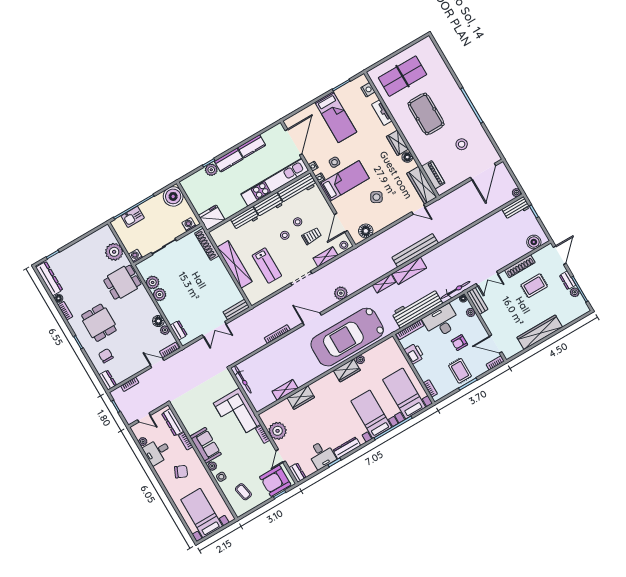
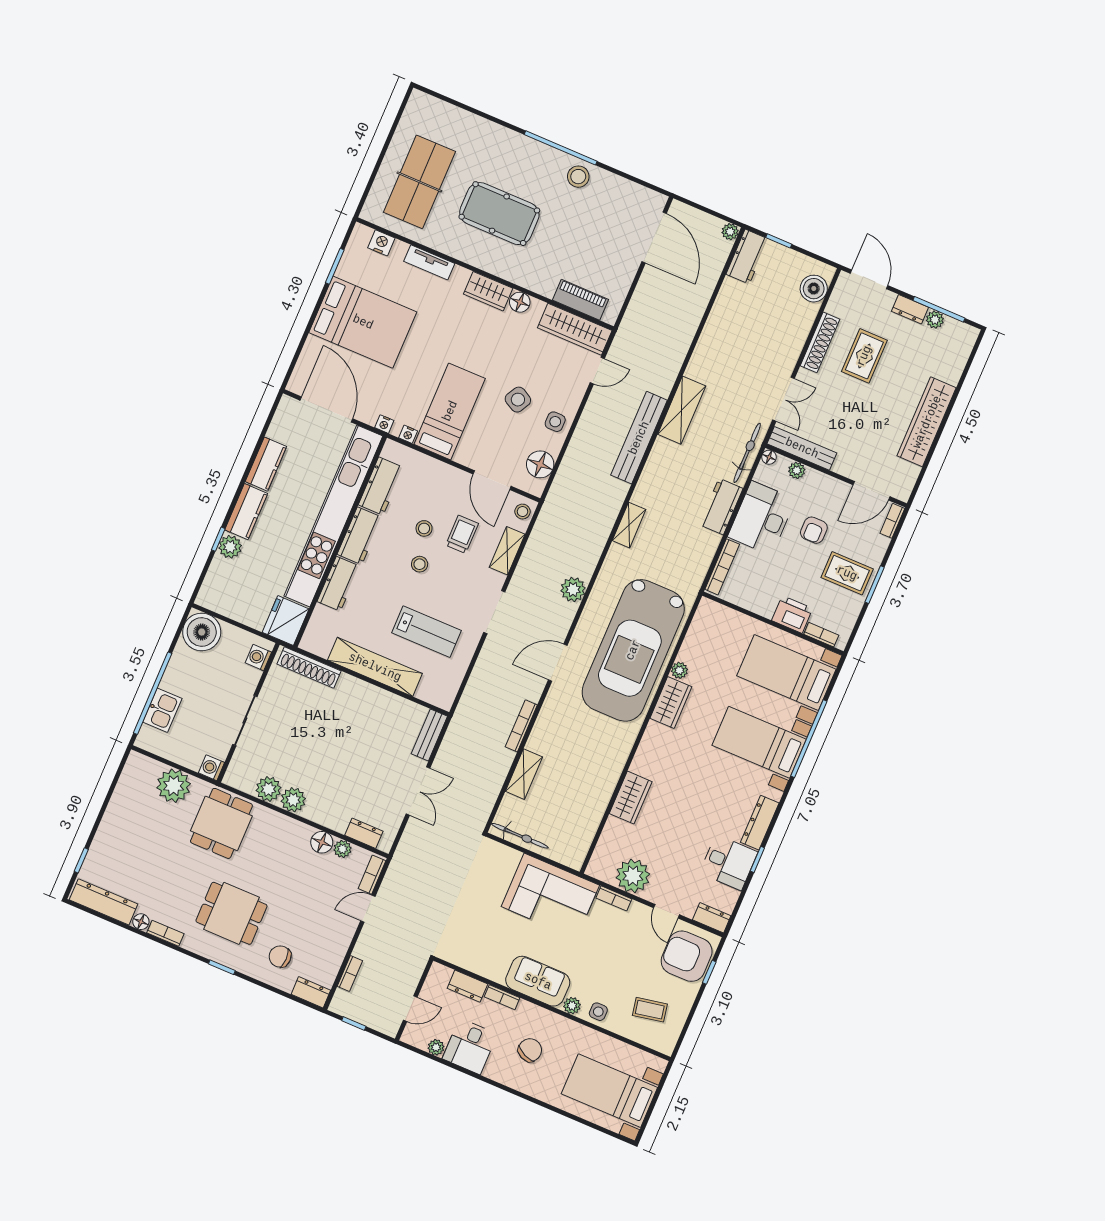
bed: (336, 117) -> (363, 322), width x1.50
stool: (462, 144) -> (578, 177), moved
side table: (334, 162) -> (555, 422), moved
kitchen unit: (275, 182) -> (333, 516), width x1.36
workbench: (297, 188) -> (381, 486), width x0.73
shelving: (409, 271) -> (682, 410), moved
bench: (477, 301) -> (802, 448), width x1.36
workbench: (417, 308) -> (721, 507), width x0.53, depth x0.76
printer: (414, 354) -> (792, 614), moved
shelving: (285, 390) -> (524, 774), moved
dresser: (173, 422) -> (467, 986), width x0.70
armchair: (275, 481) -> (687, 956), turned 90

